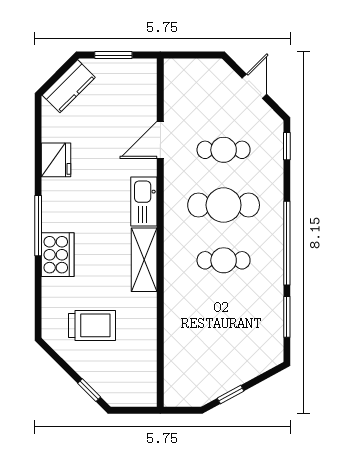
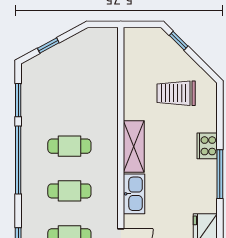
cafe table: (224, 205) -> (69, 191), width x0.73, depth x0.74
cooker: (58, 255) -> (207, 146), width x0.73, depth x0.76
window: (231, 395) -> (48, 46), moved

